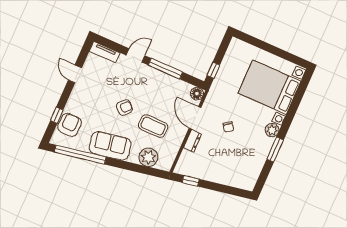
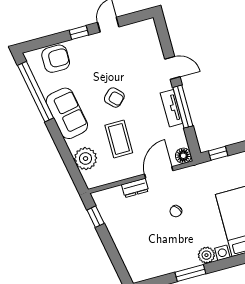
tv unit: (105, 52) -> (171, 108), moved
window: (57, 115) -> (79, 33), moved

